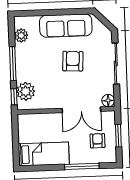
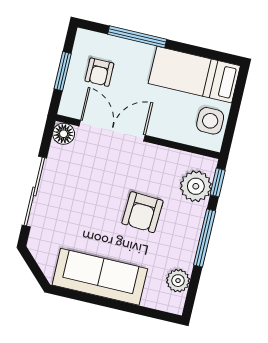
armchair: (73, 61) -> (142, 212), moved
side table: (28, 130) -> (210, 121), added

